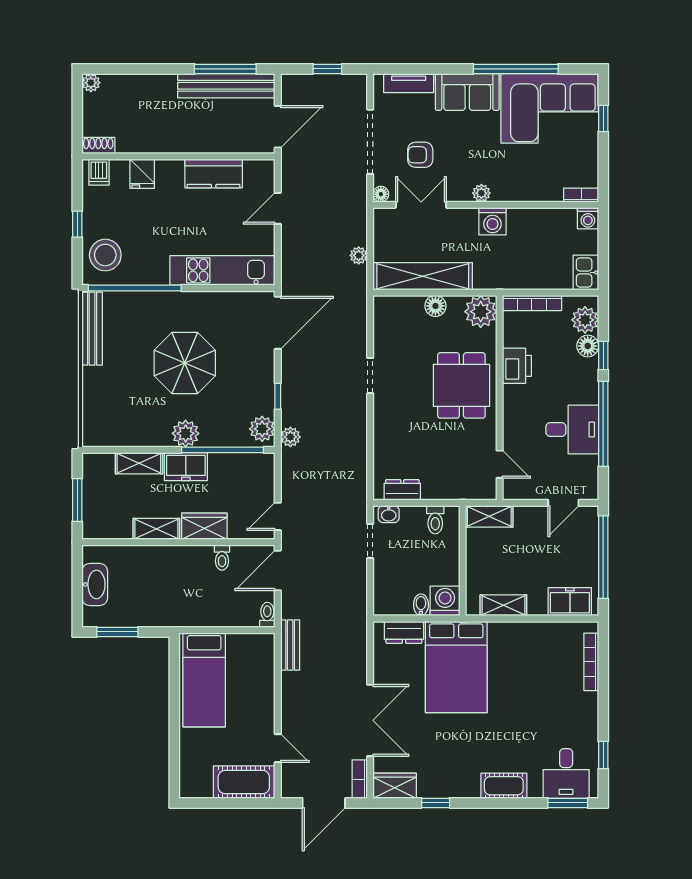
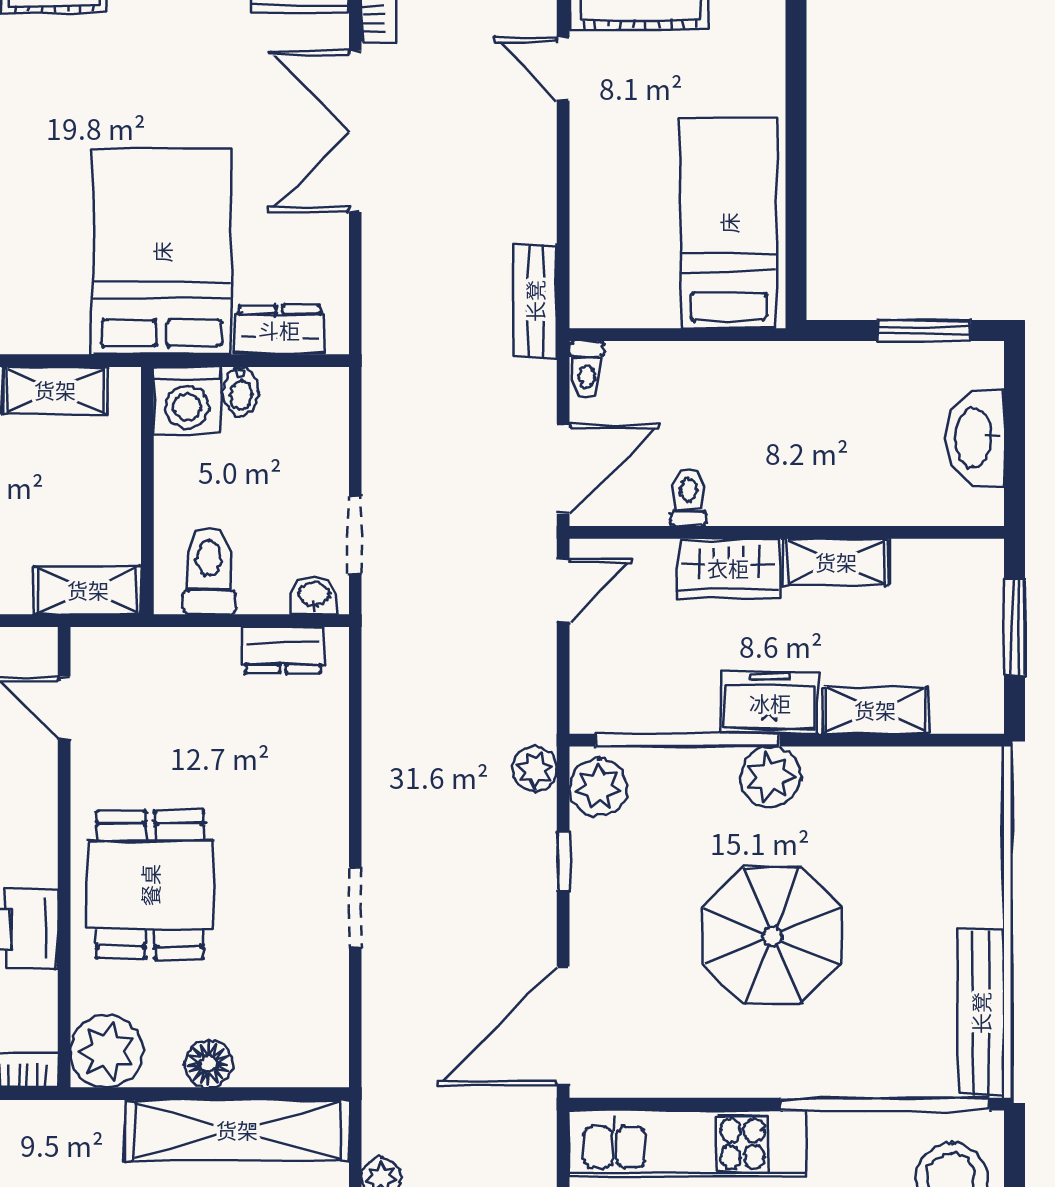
toilet: (435, 520) -> (209, 571), width x1.37, depth x1.39

